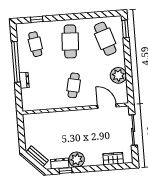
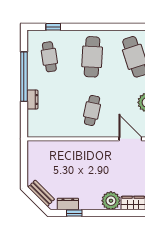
plant: (77, 159) -> (111, 201), moved

